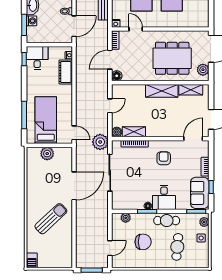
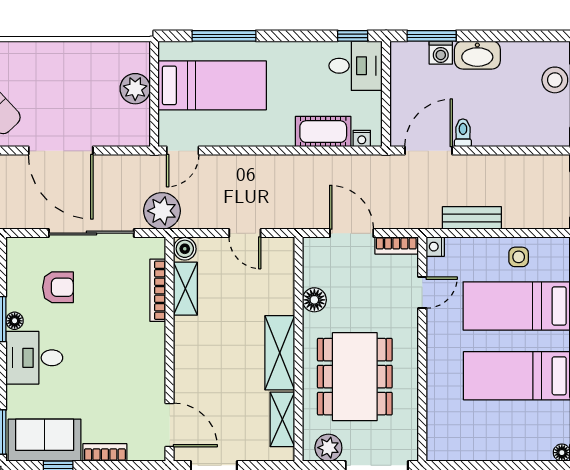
door: (74, 26) -> (429, 151), swing flipped
floor lamp: (117, 76) -> (314, 300), moved
armchair: (164, 158) -> (58, 287), moved

